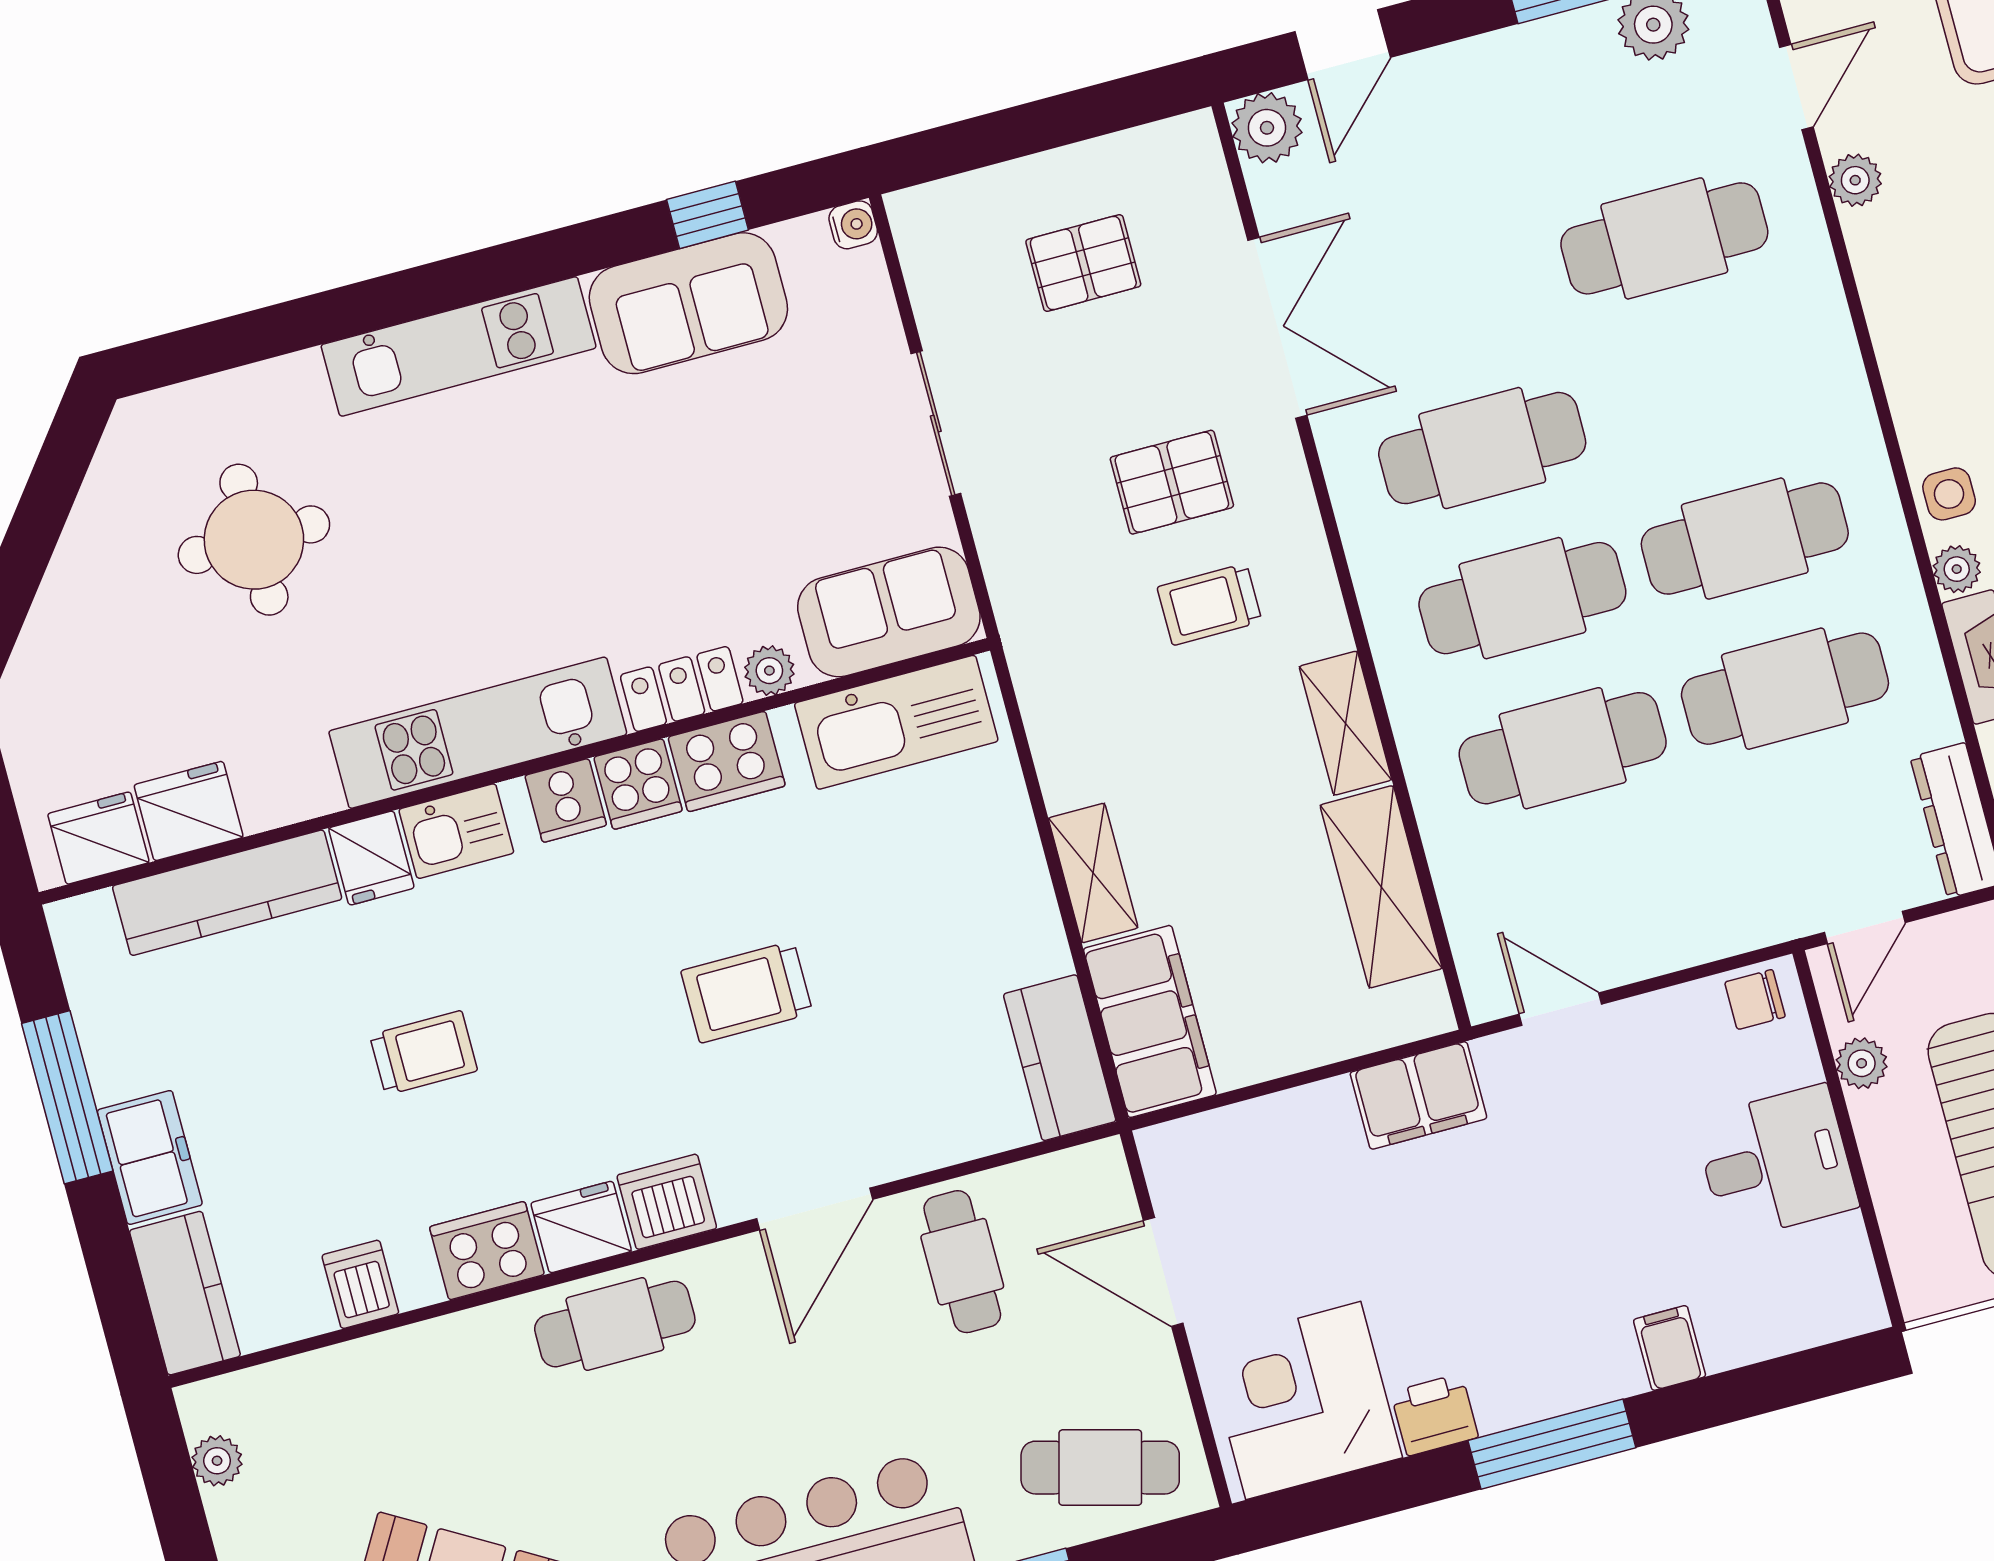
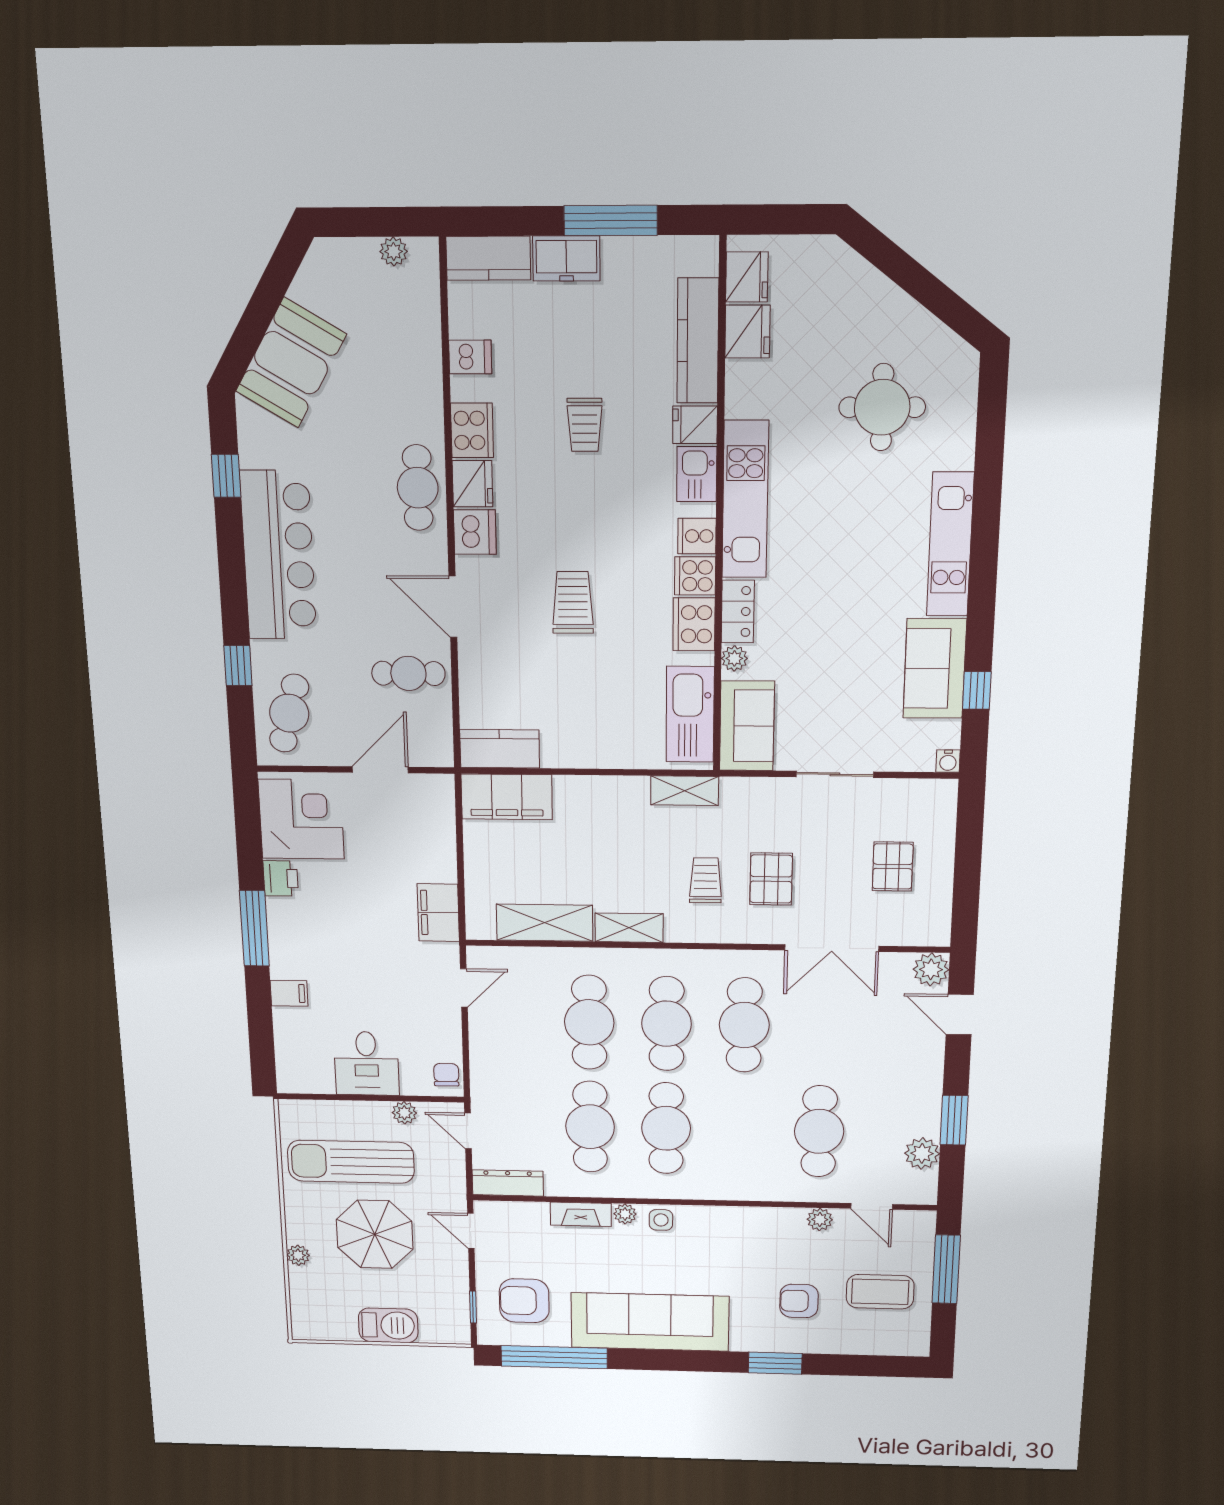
shelving: (1093, 873) -> (685, 791), moved

